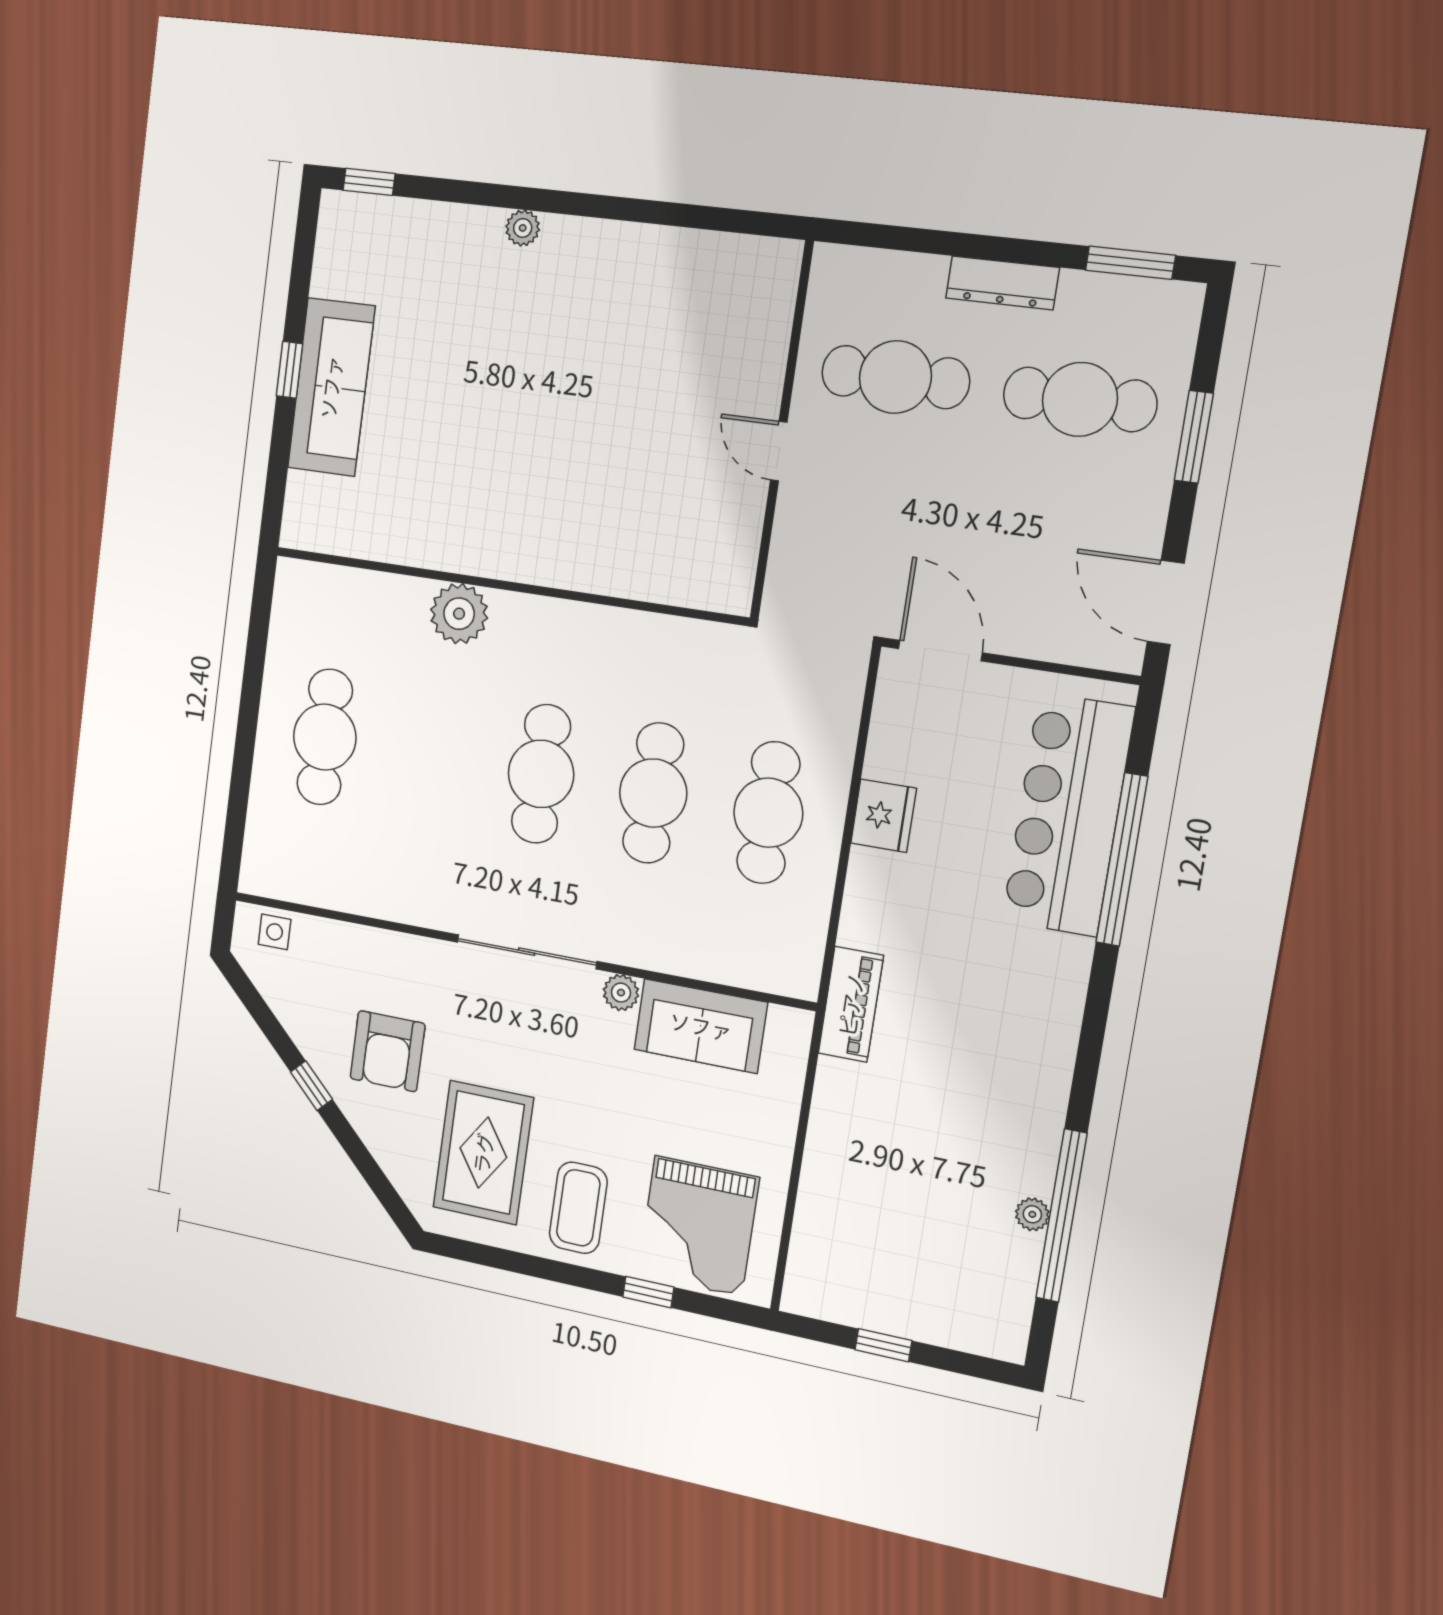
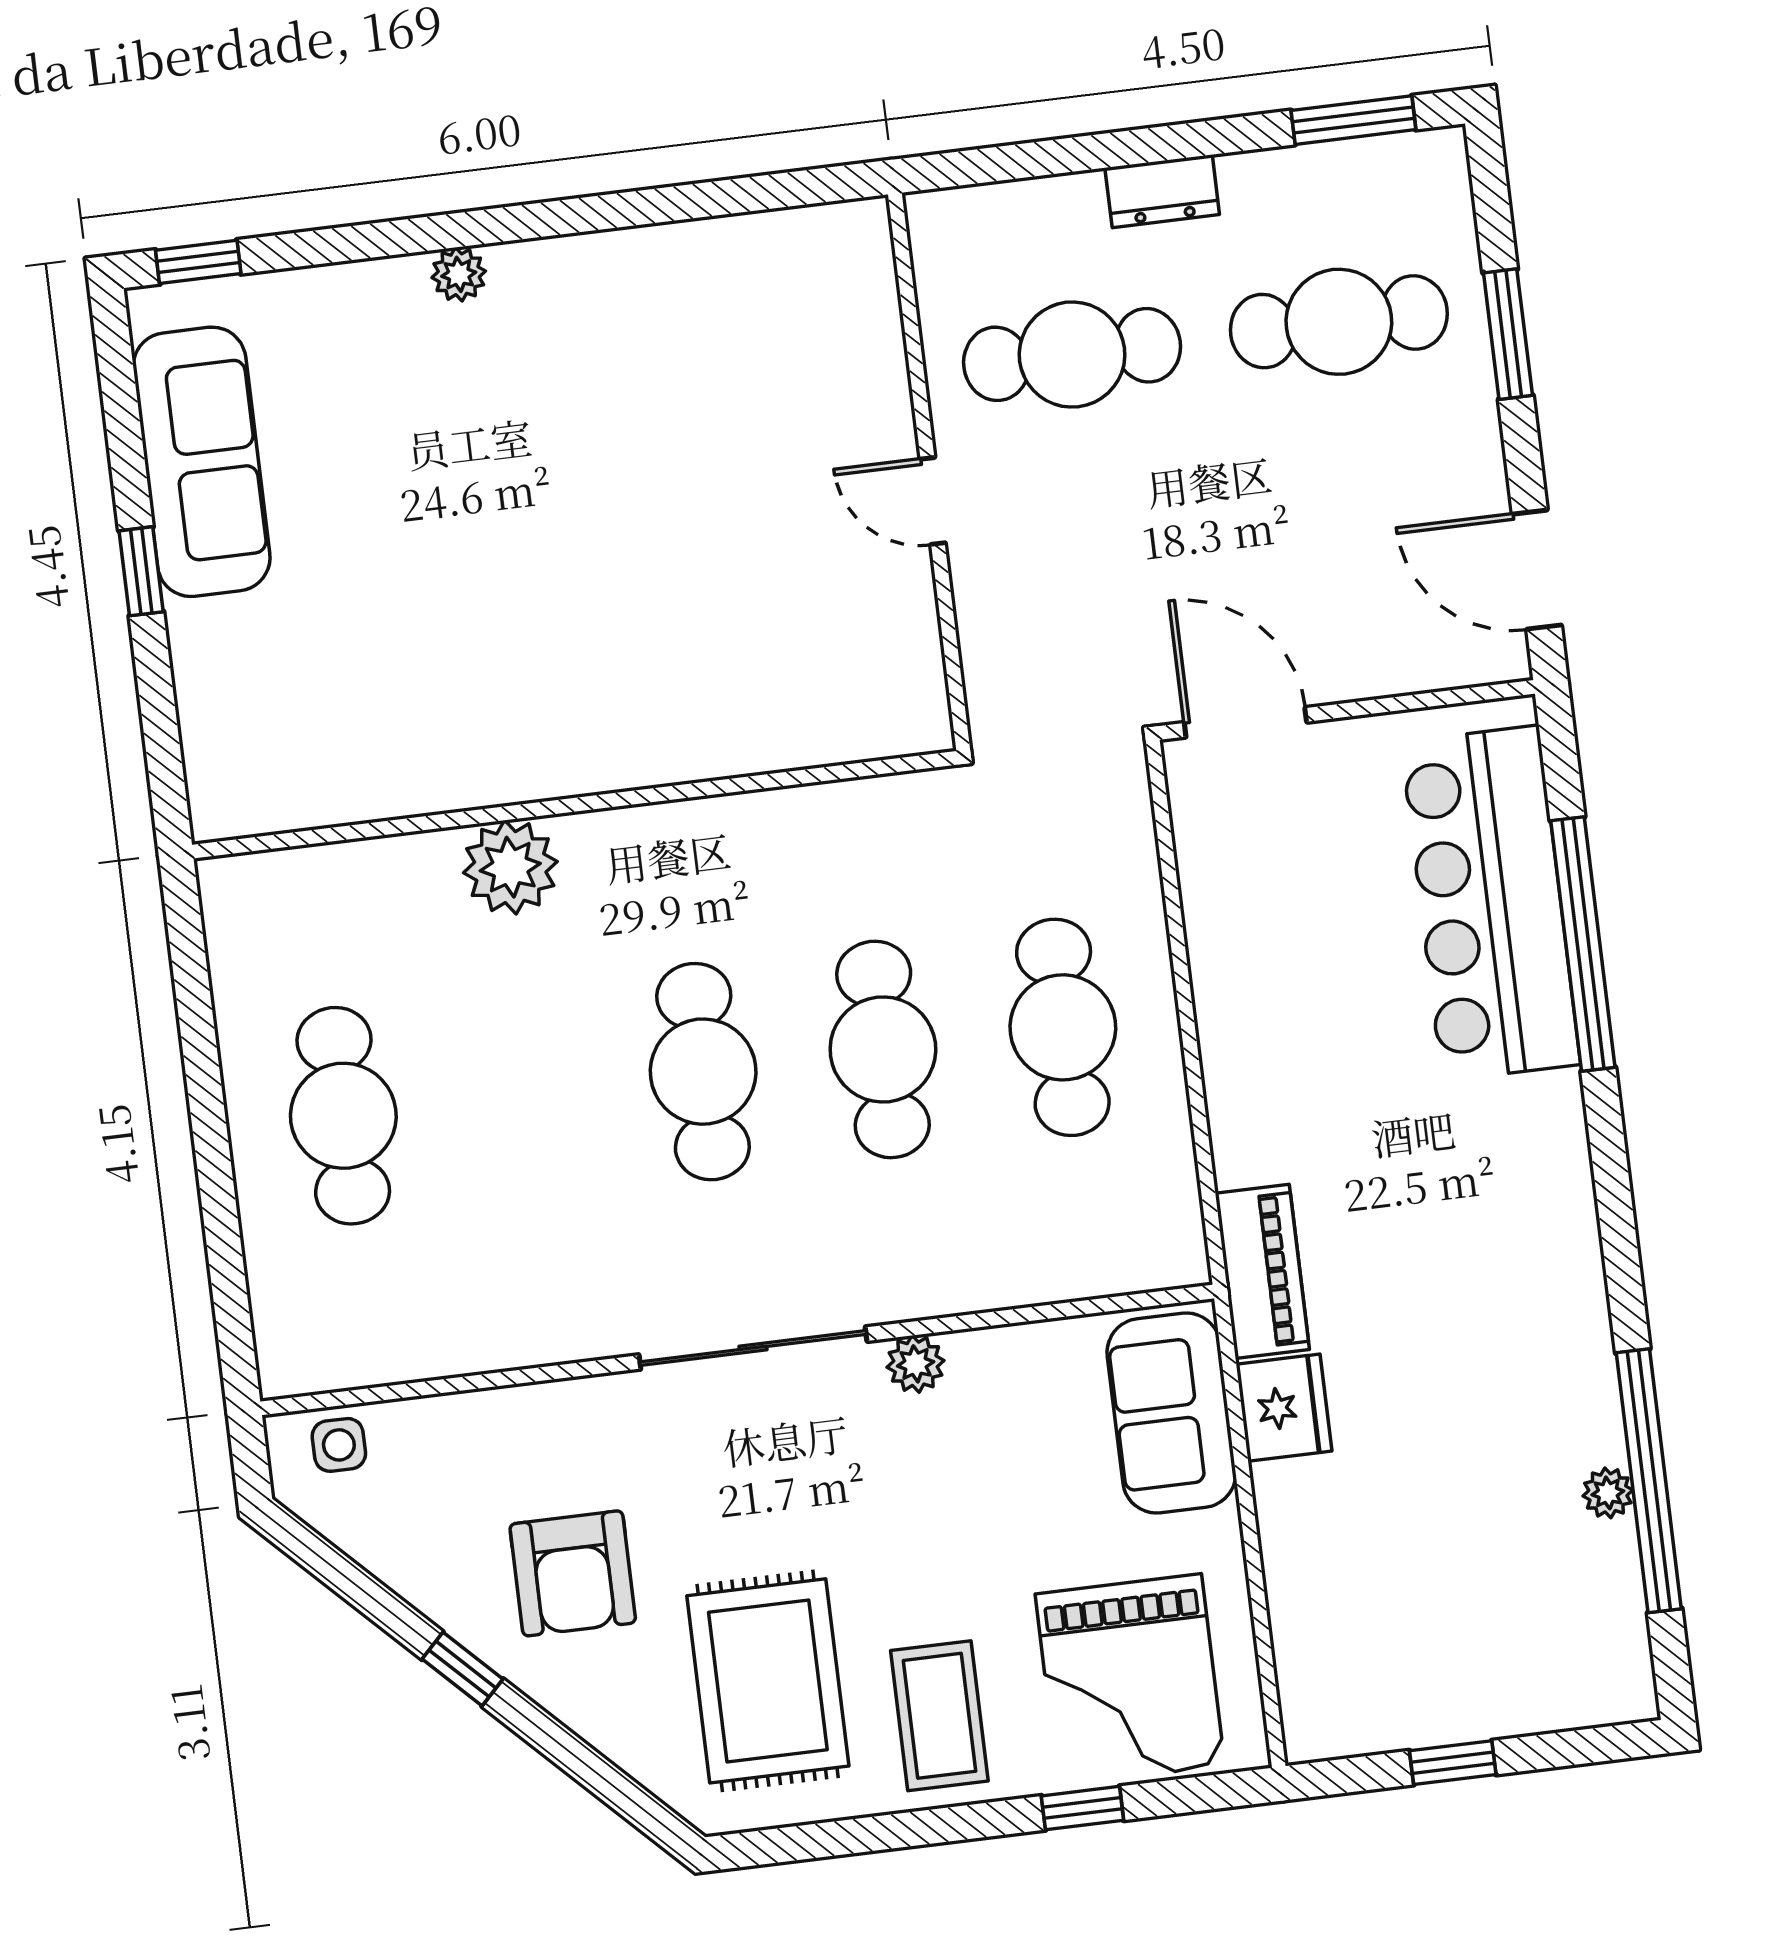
dresser: (1002, 283) -> (1162, 191), width x0.70
sofa: (331, 387) -> (202, 462), moved
fridge: (884, 816) -> (1284, 1408), moved
sofa: (701, 1026) -> (1171, 1413), moved, turned 90

